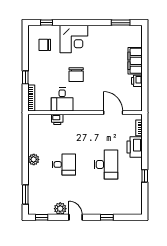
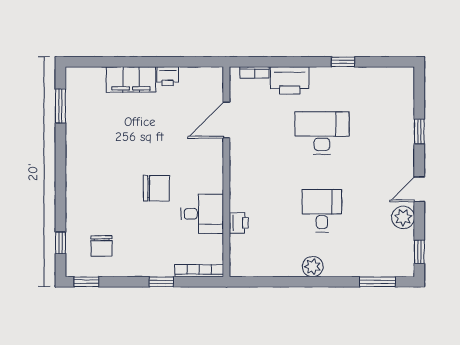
window: (25, 37) -> (86, 282), added
corner desk: (74, 39) -> (91, 192), removed

